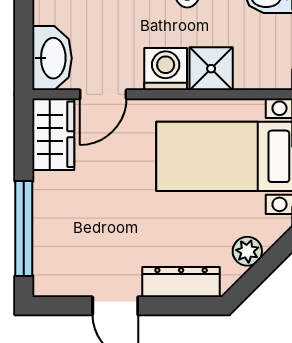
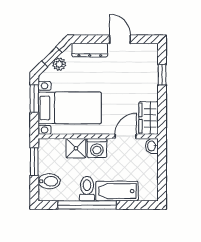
washbasin: (52, 58) -> (152, 146), width x0.52, depth x0.69
window: (24, 229) -> (162, 75), width x0.46
window: (264, 268) -> (52, 57), added

